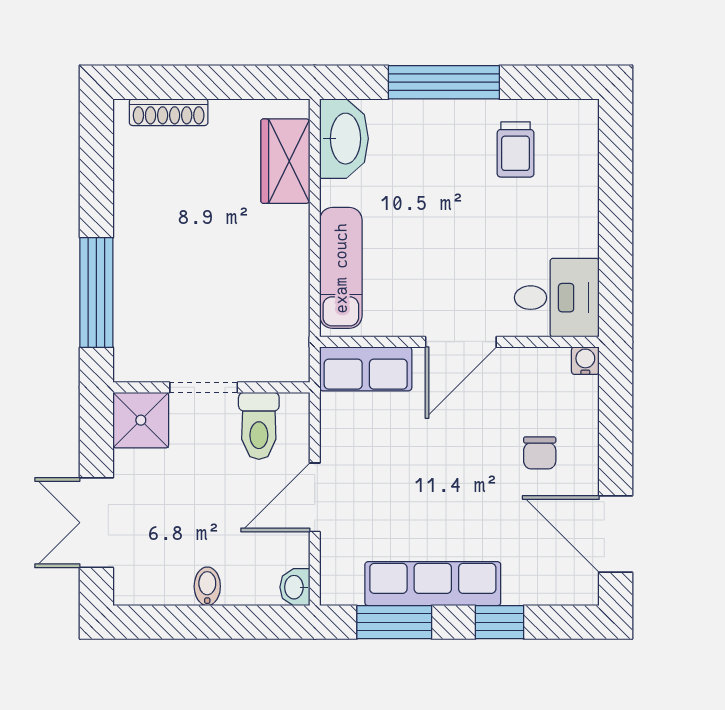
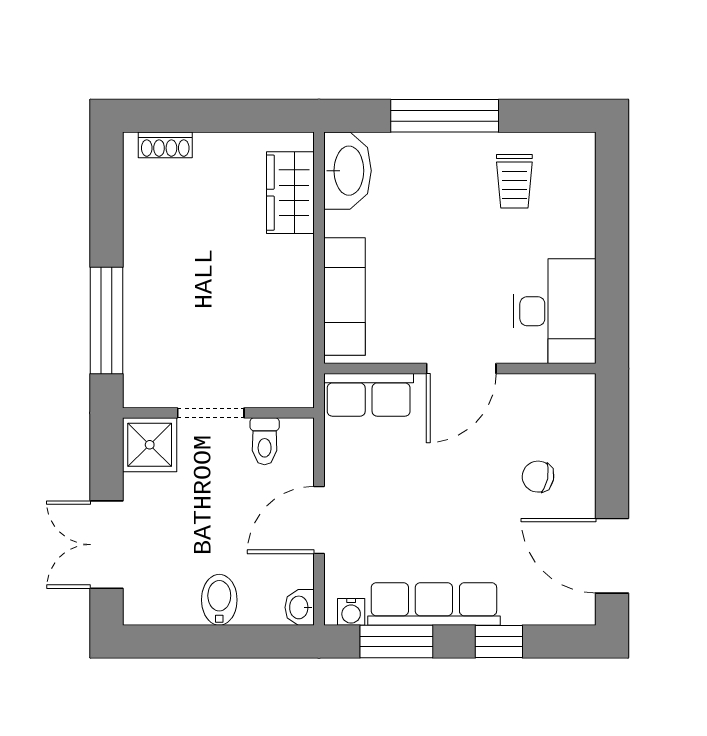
shoe rack: (169, 112) -> (165, 145), width x0.70
desk: (557, 298) -> (555, 311), width x1.37
water cooler: (585, 361) -> (351, 612), moved, turned 180
toilet: (259, 426) -> (265, 441), width x0.73, depth x0.72
chair: (540, 453) -> (538, 477), turned 101
bidet: (207, 586) -> (219, 600), width x1.38, depth x1.36

